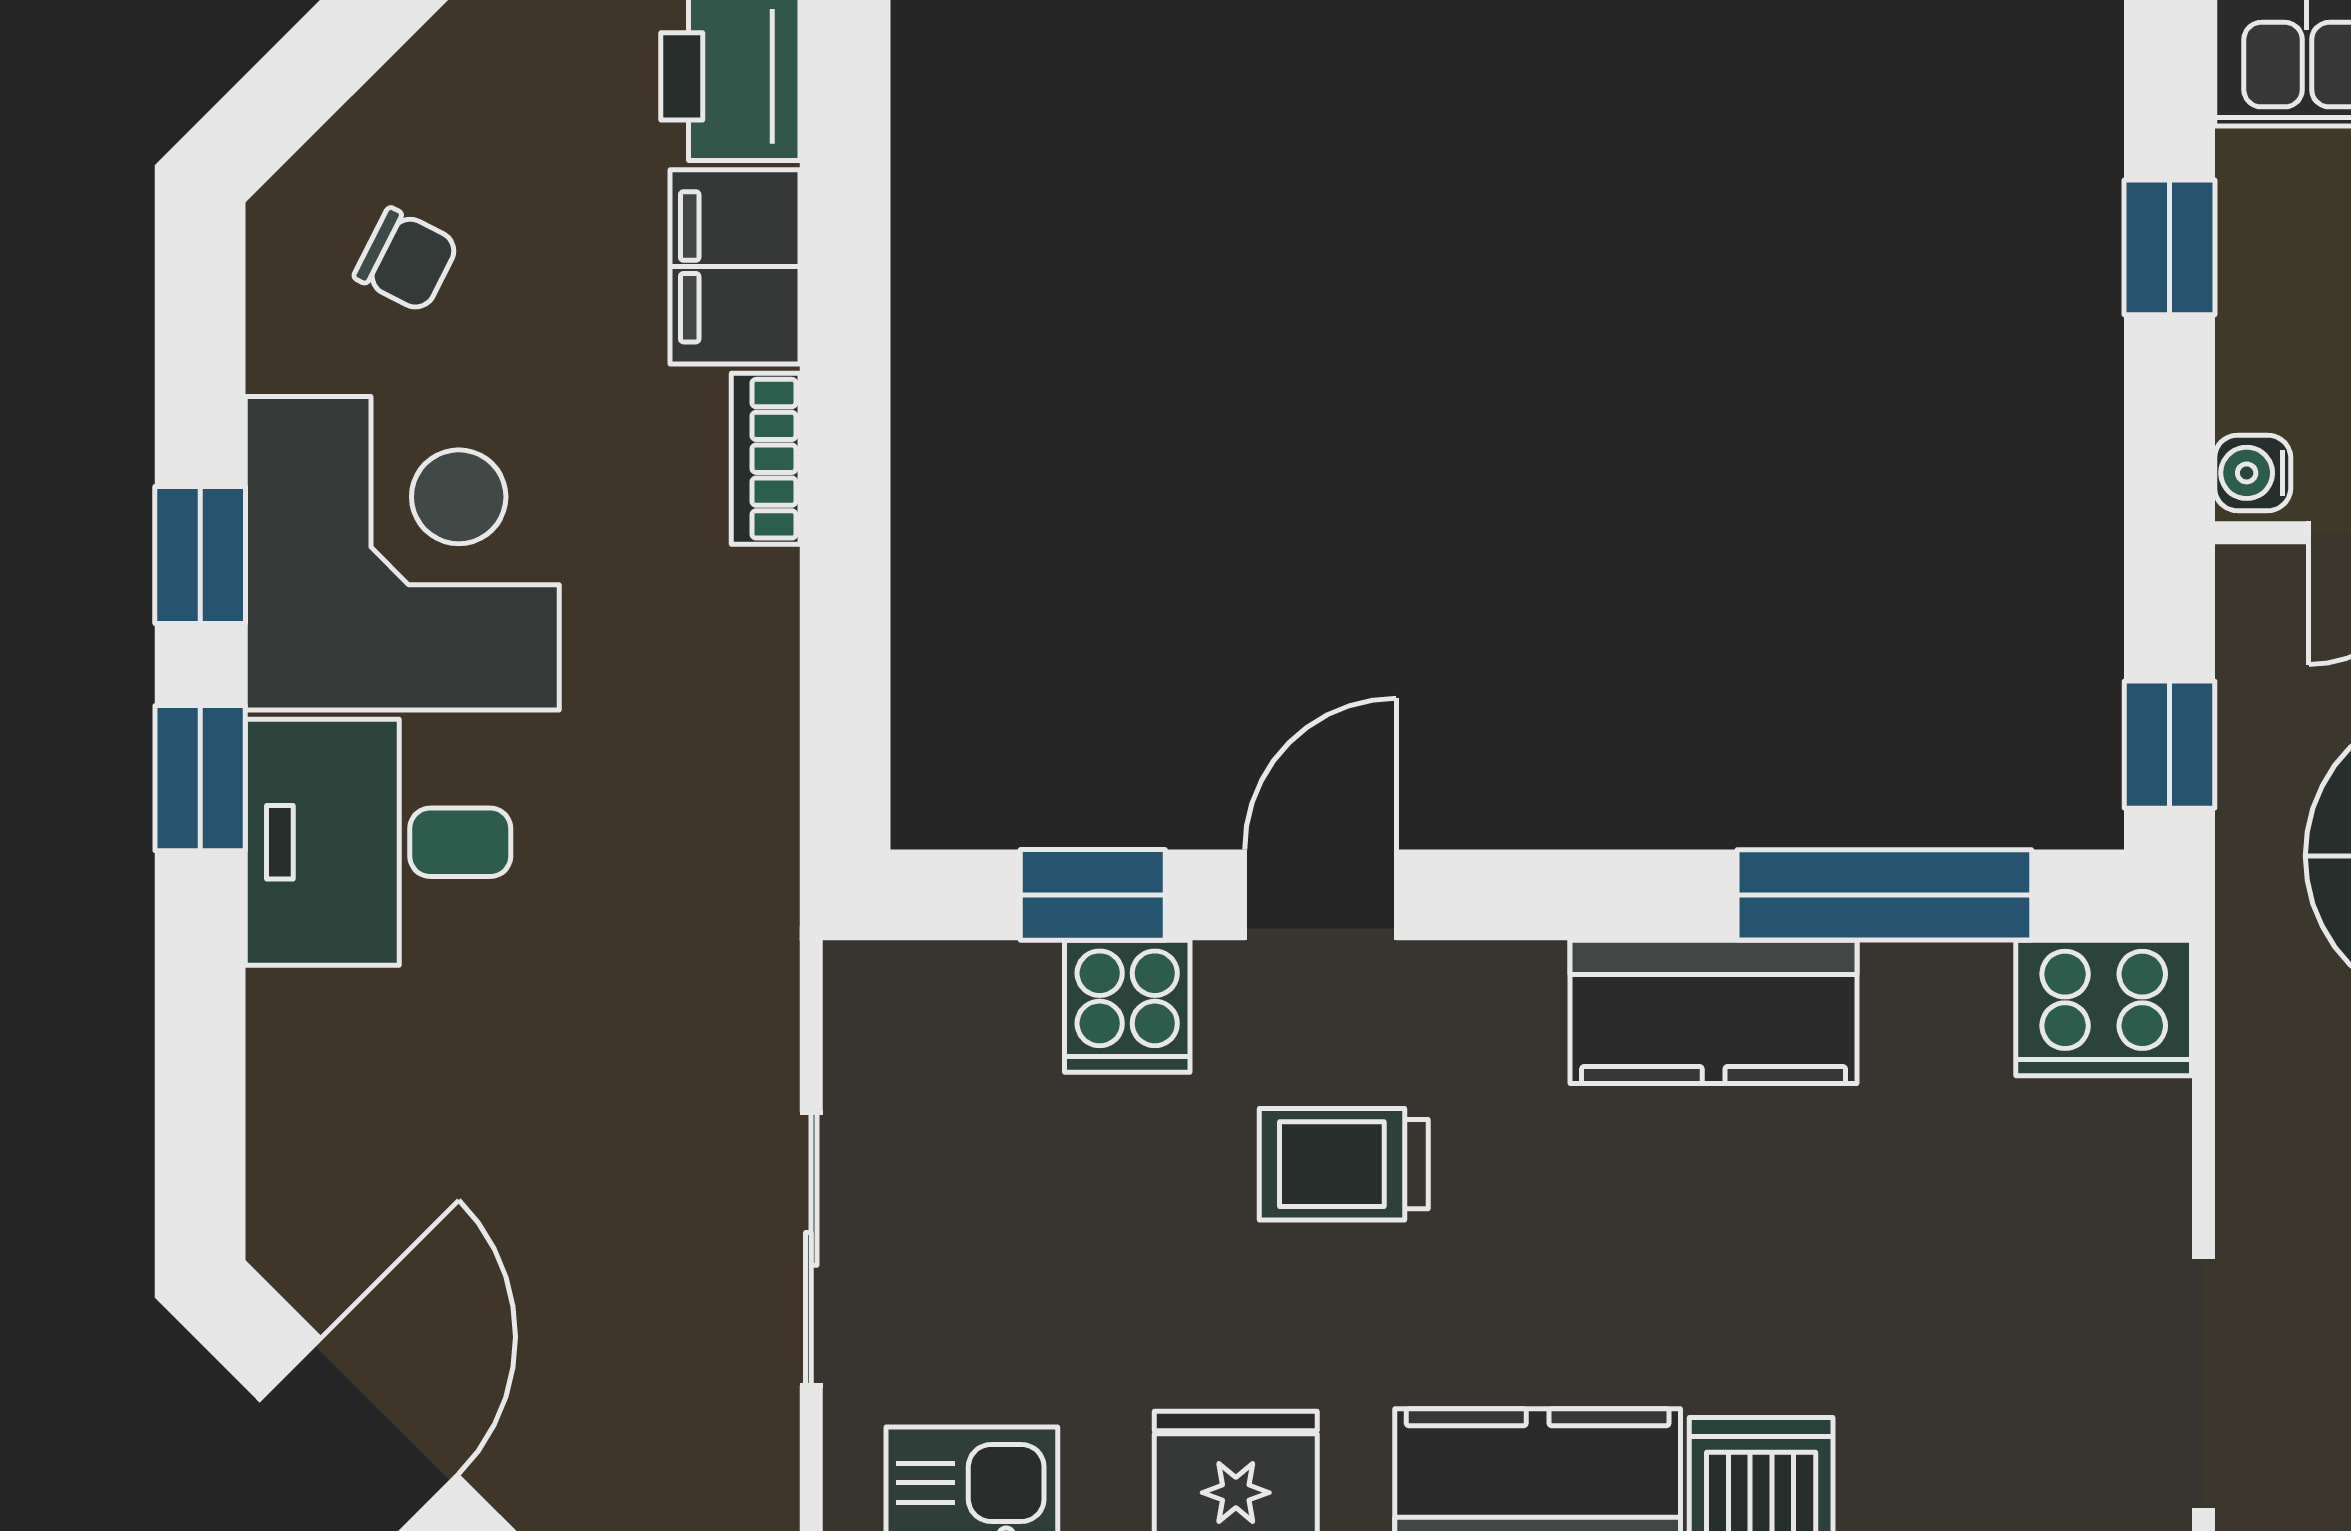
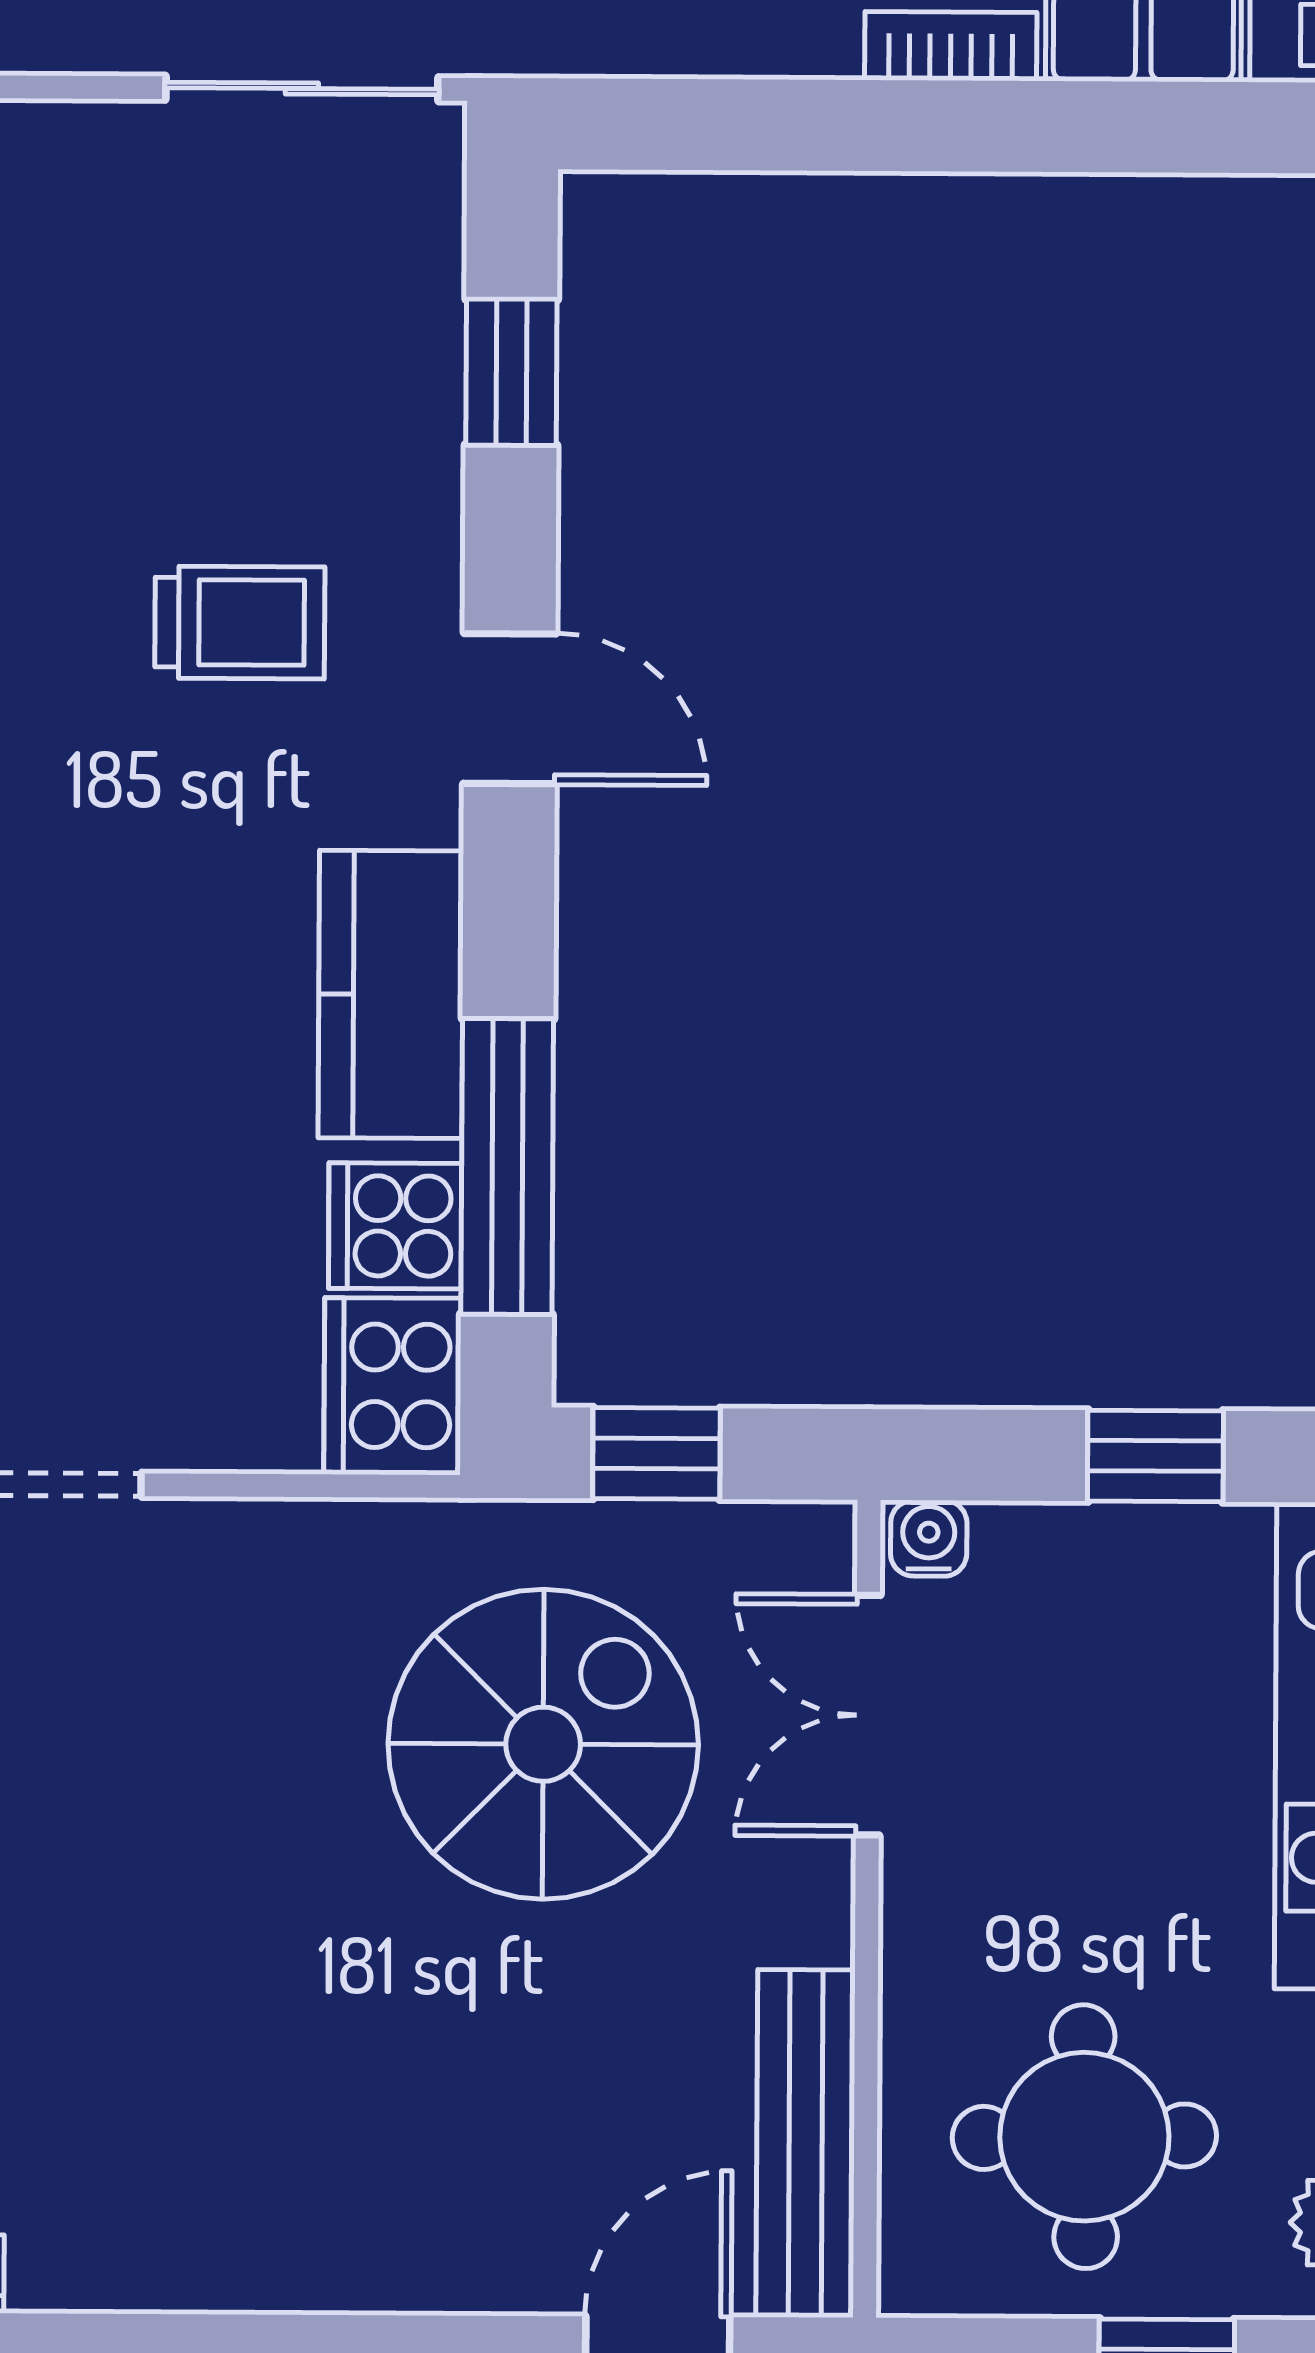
door: (1320, 895) -> (510, 709), moved
cooker: (1127, 1006) -> (395, 1226), moved
trolley: (1344, 1164) -> (240, 622), turned 90
sliding door: (811, 1249) -> (302, 88), moved

